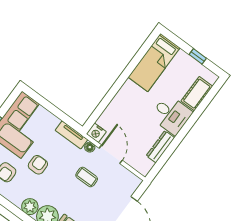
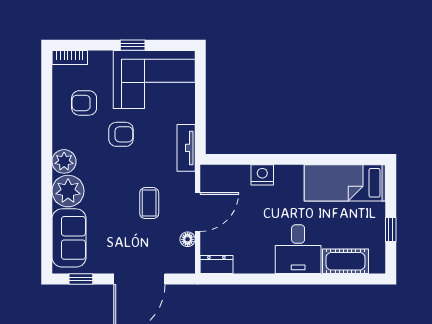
nightstand: (96, 133) -> (262, 175), moved, turned 90
floor lamp: (90, 147) -> (188, 239), moved
dresser: (160, 147) -> (216, 265), moved, width x0.70

